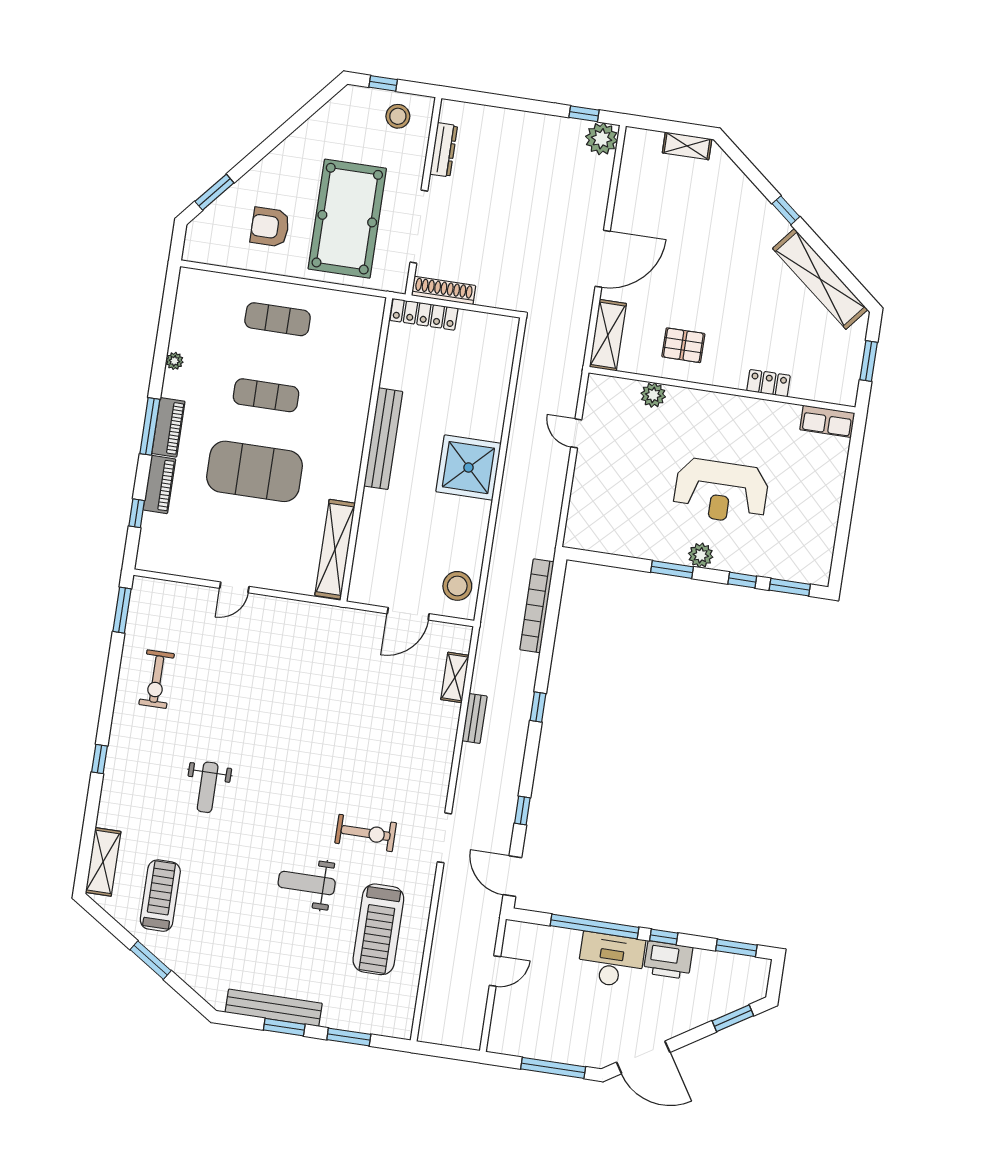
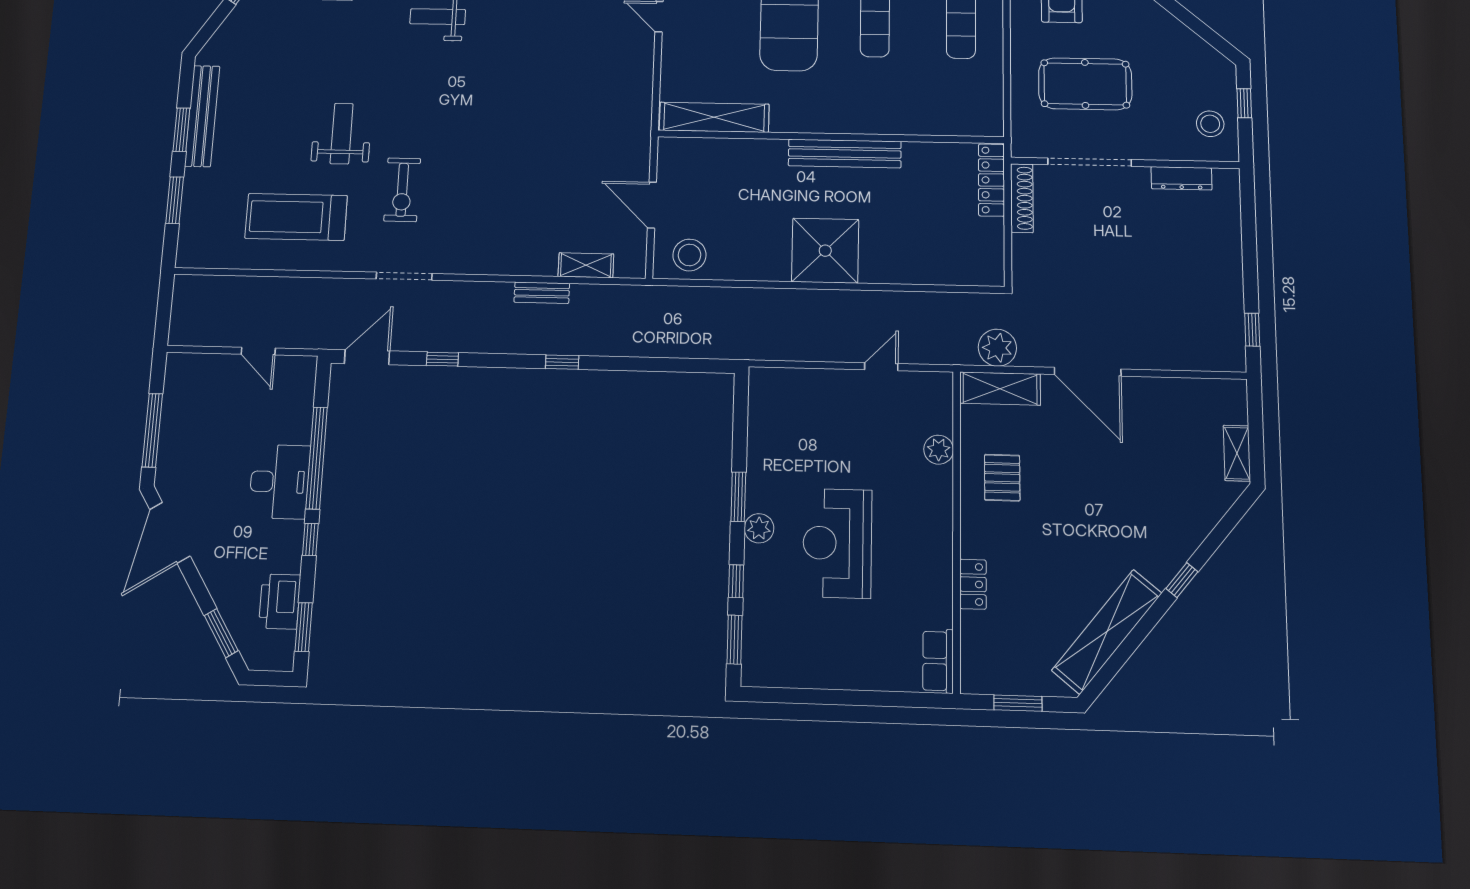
plant: (602, 139) -> (997, 348), moved
pool table: (347, 219) -> (1085, 84), width x0.73, depth x0.76
bookcase: (537, 606) -> (678, 346), removed
printer: (668, 960) -> (280, 602), moved

